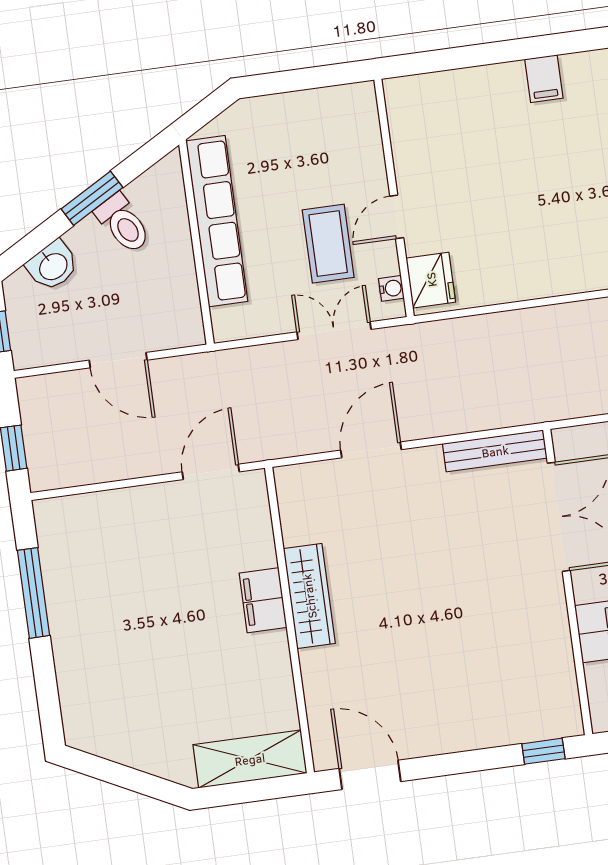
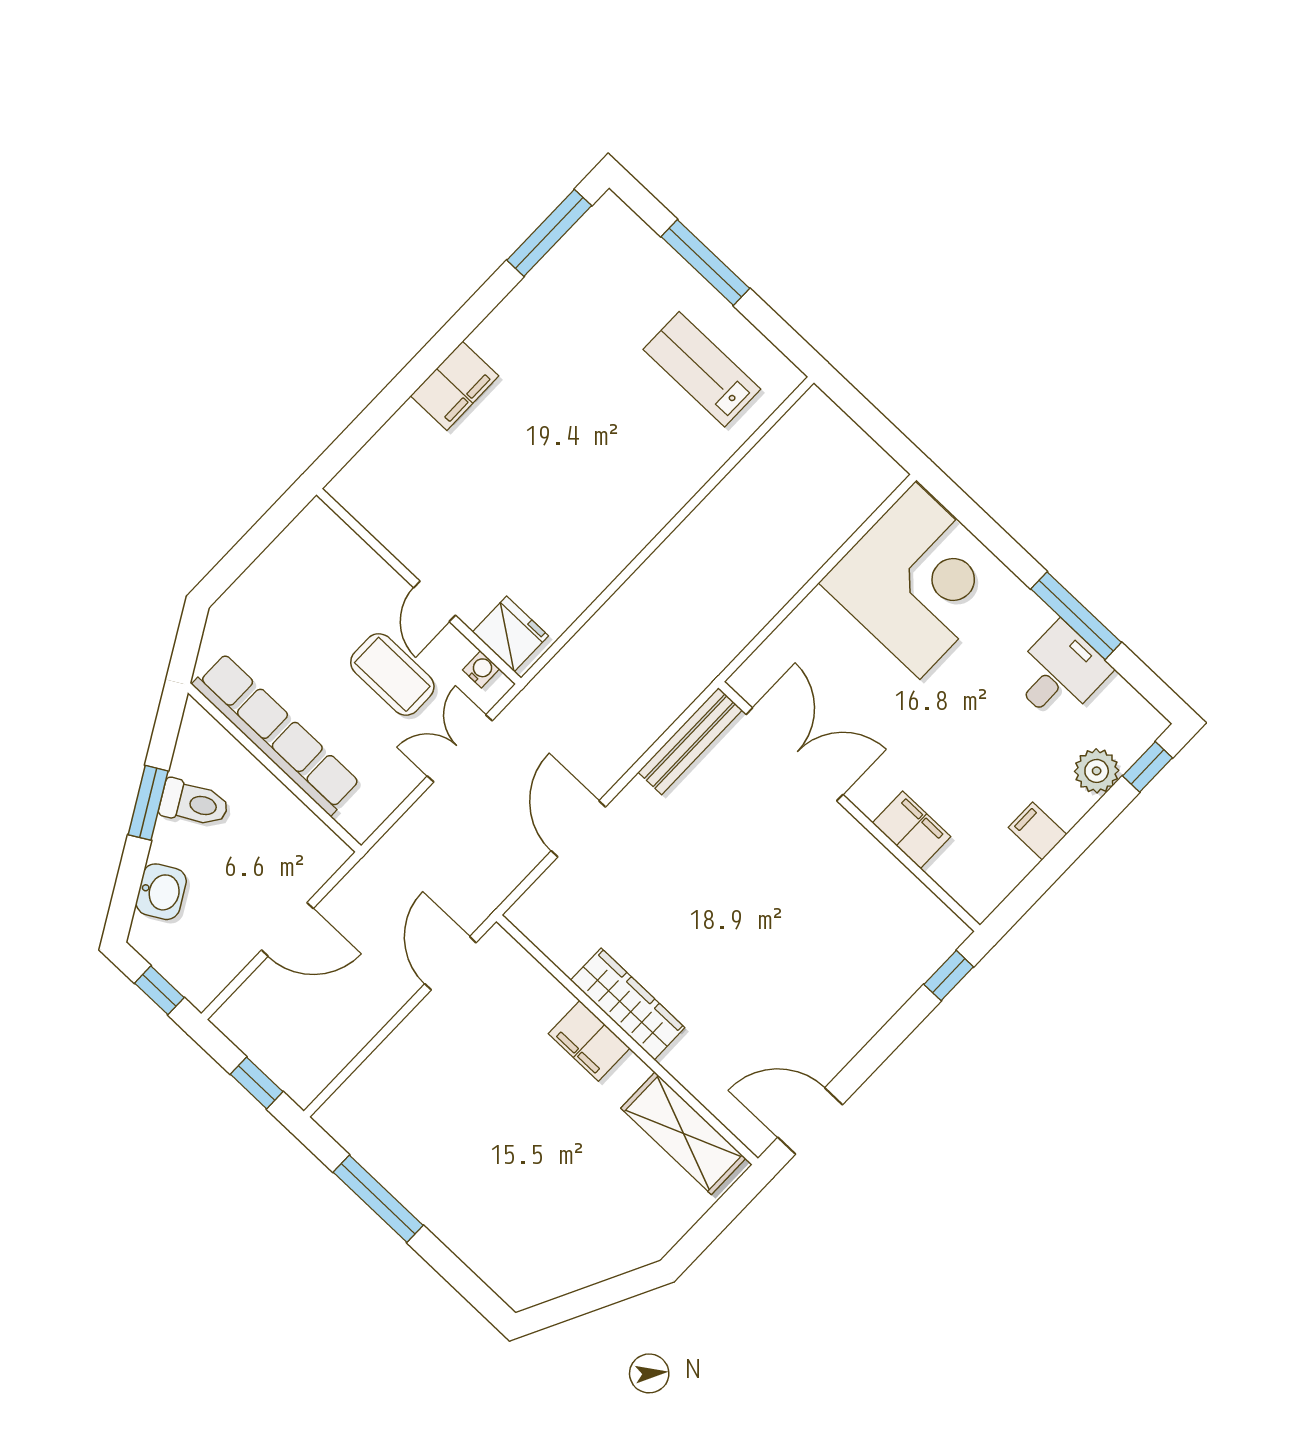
filing cabinet: (544, 79) -> (455, 386), width x2.00
shelving: (250, 759) -> (683, 1133), moved, turned 90

